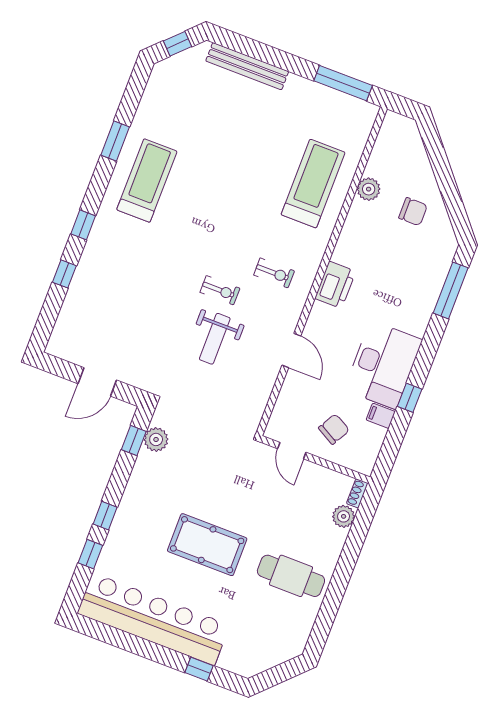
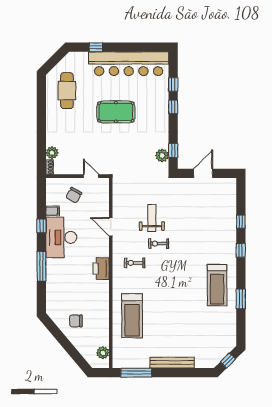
bench: (247, 66) -> (172, 363), moved
plant: (369, 189) -> (103, 353), moved
window: (451, 290) -> (41, 266), moved
cafe table: (291, 576) -> (67, 91), moved, turned 90

